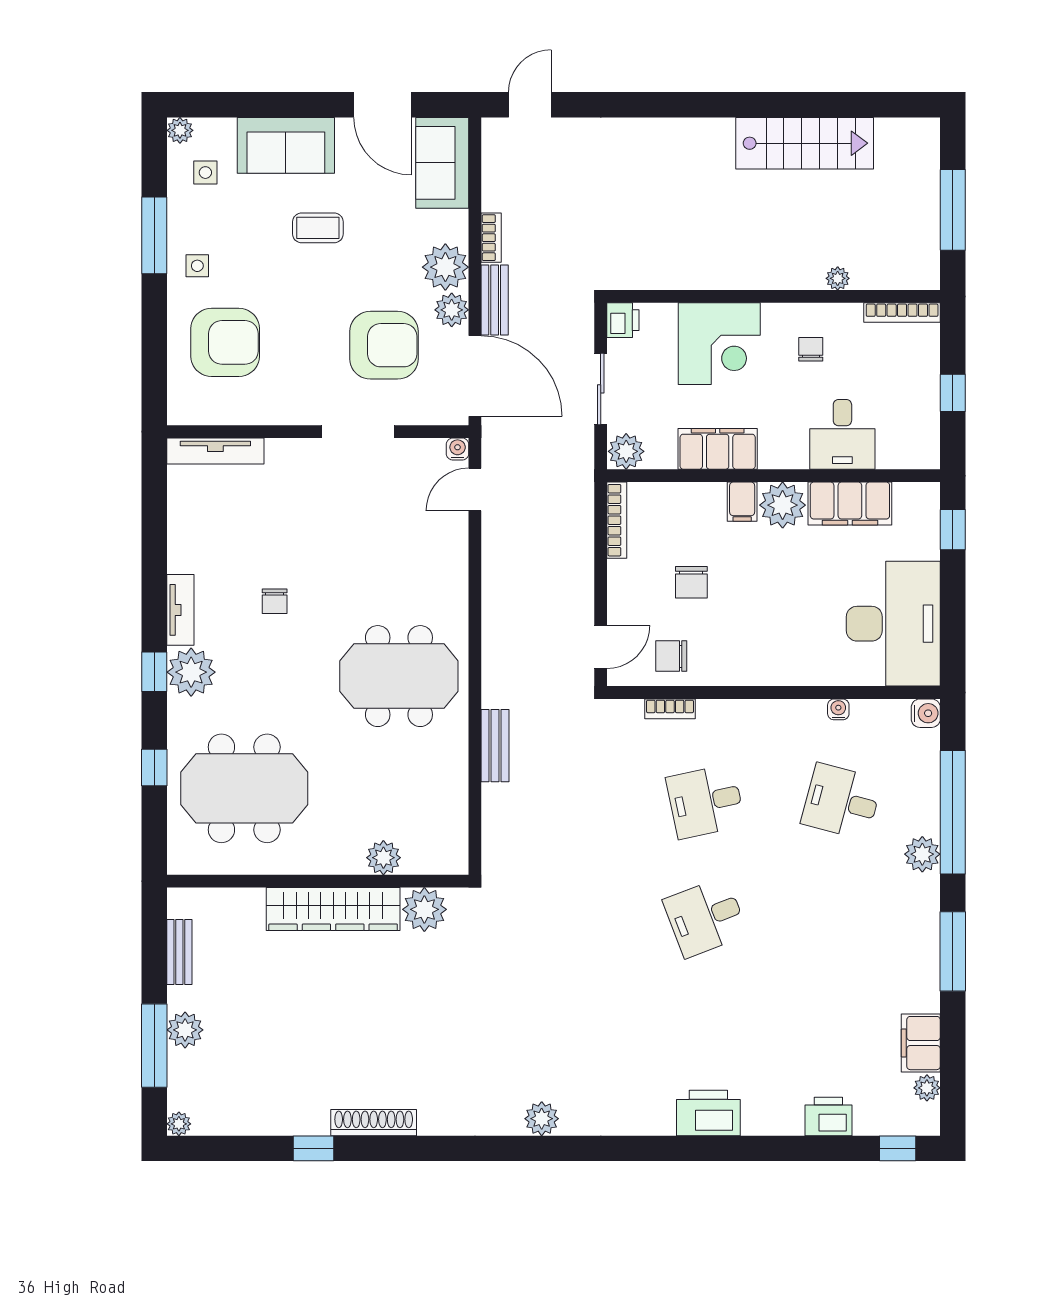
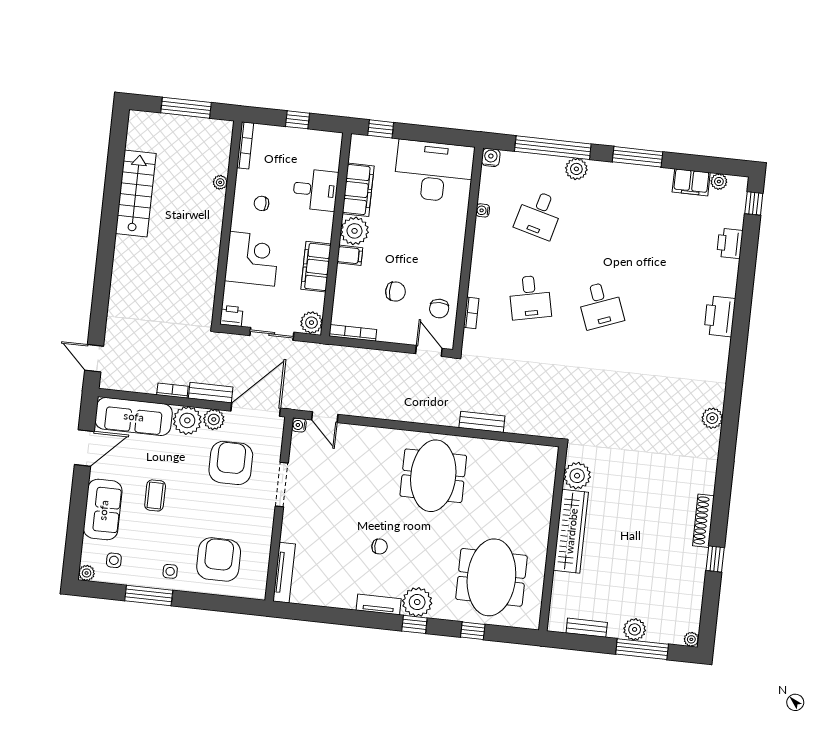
sofa: (442, 163) -> (134, 416), width x1.36
plant: (383, 858) -> (543, 497), removed

